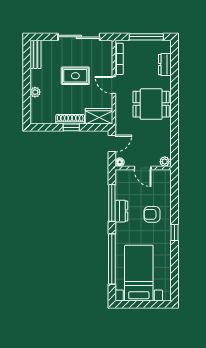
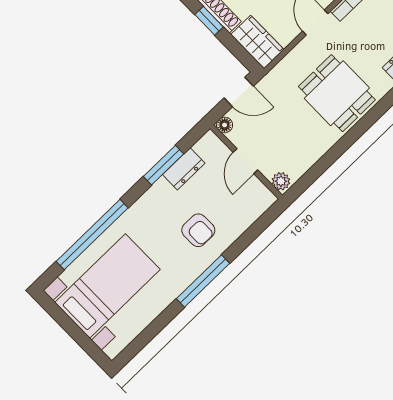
window: (112, 203) -> (163, 165), width x0.69
dresser: (121, 211) -> (184, 169), moved
armchair: (152, 214) -> (198, 230), turned 180
window: (174, 232) -> (203, 281), width x2.17

